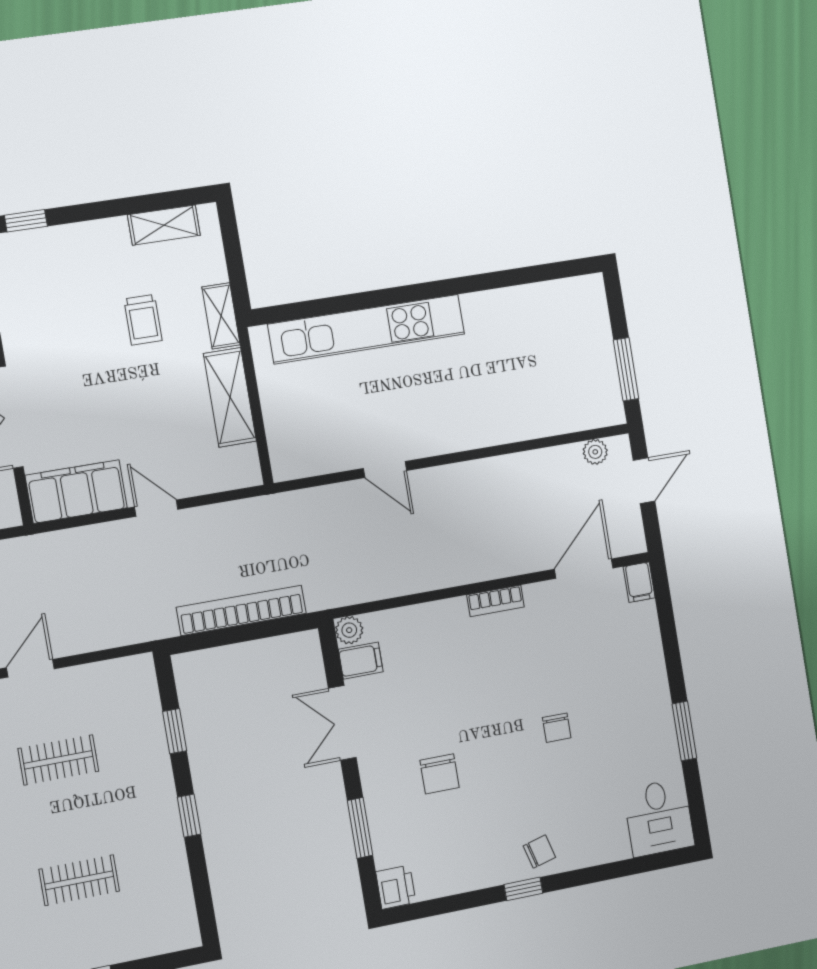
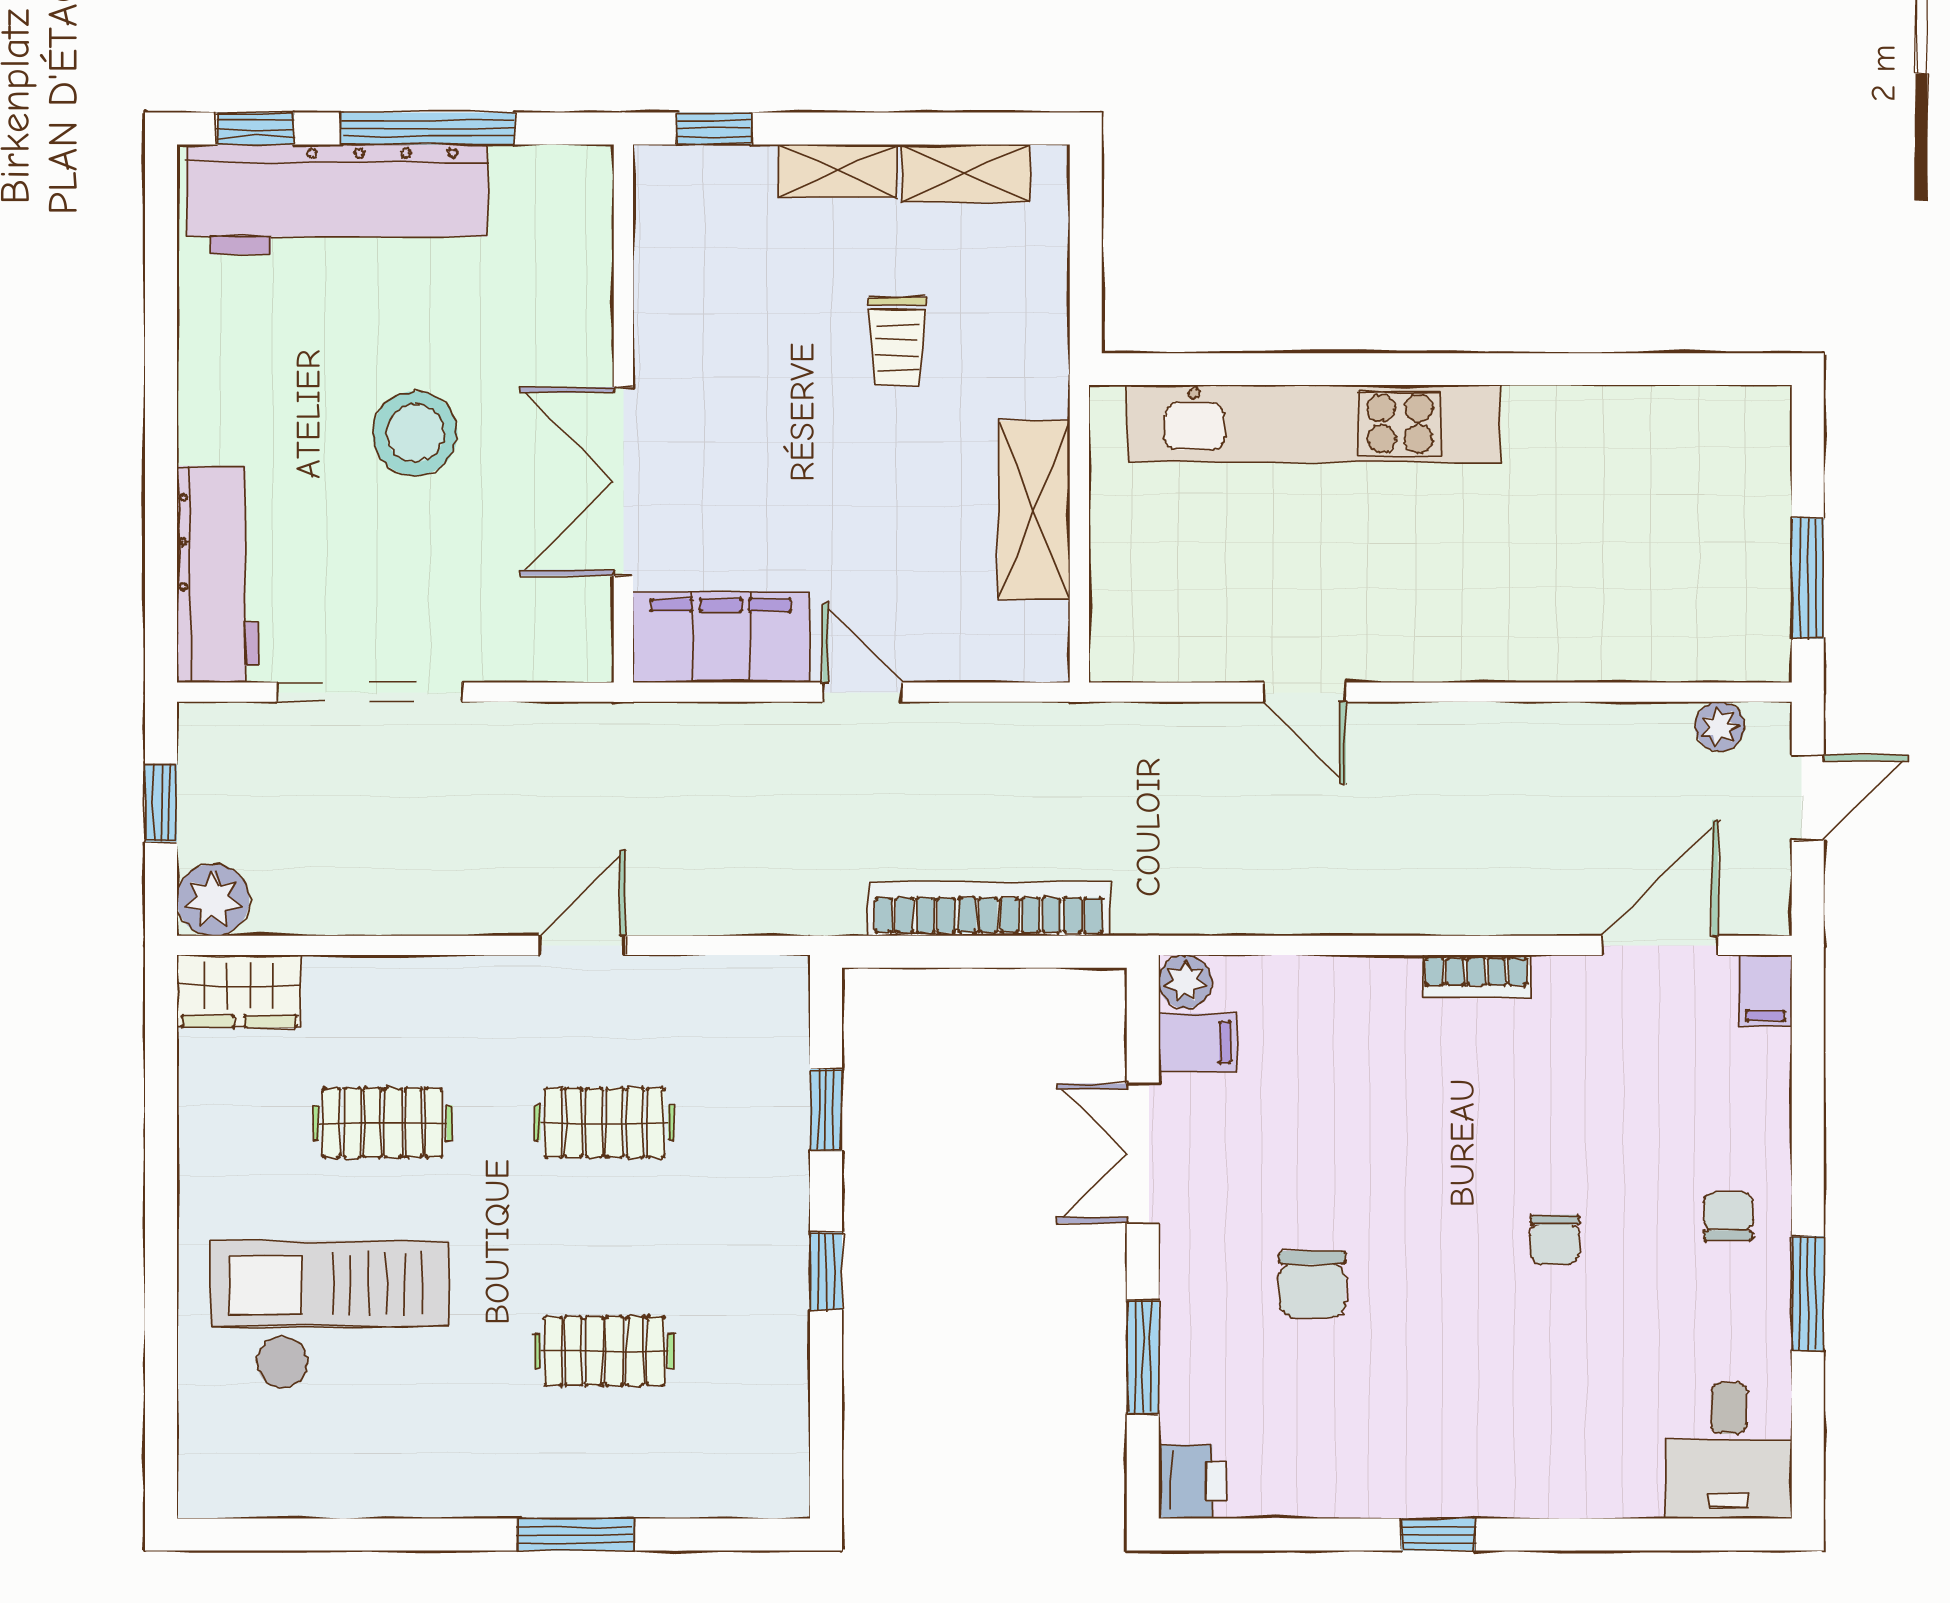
shelving: (221, 316) -> (838, 171), moved, turned 90
chair: (539, 852) -> (1728, 1216), moved, turned -75

